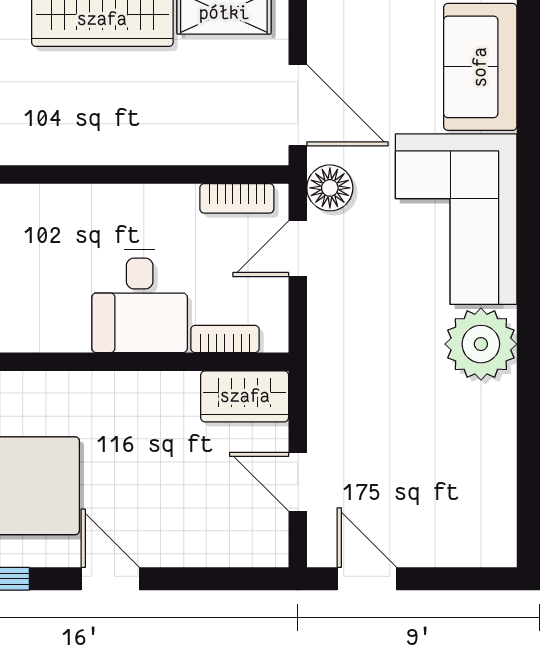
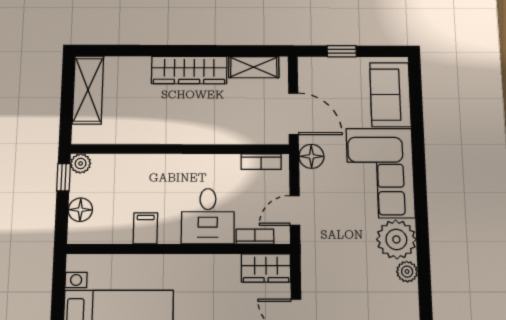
door: (298, 249) -> (295, 210), moved
filing cabinet: (27, 324) -> (145, 228), added
plant: (498, 403) -> (407, 272), added

